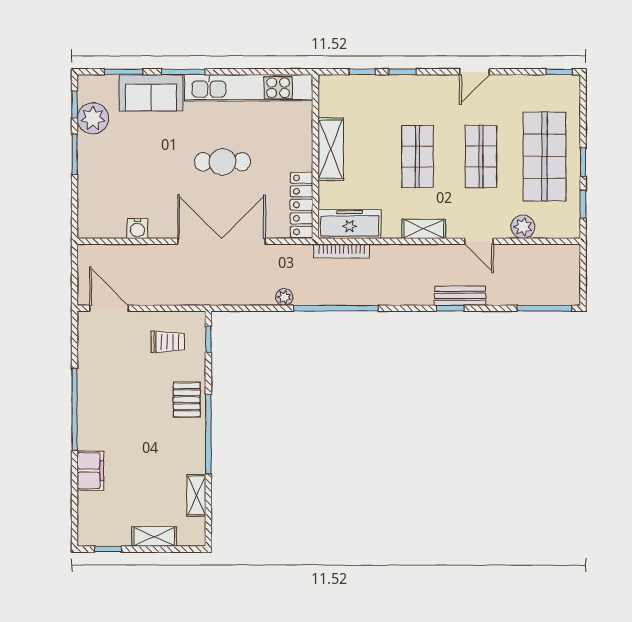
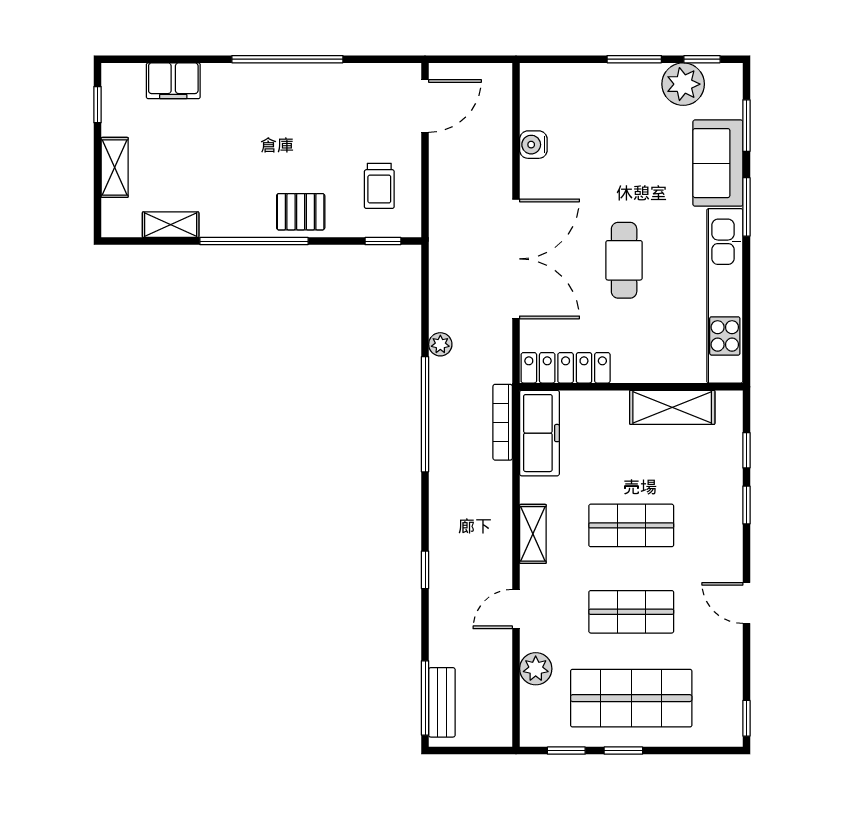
shelving: (331, 149) -> (672, 407), moved
bench: (460, 296) -> (442, 702), moved
filing cabinet: (90, 471) -> (173, 81), moved

